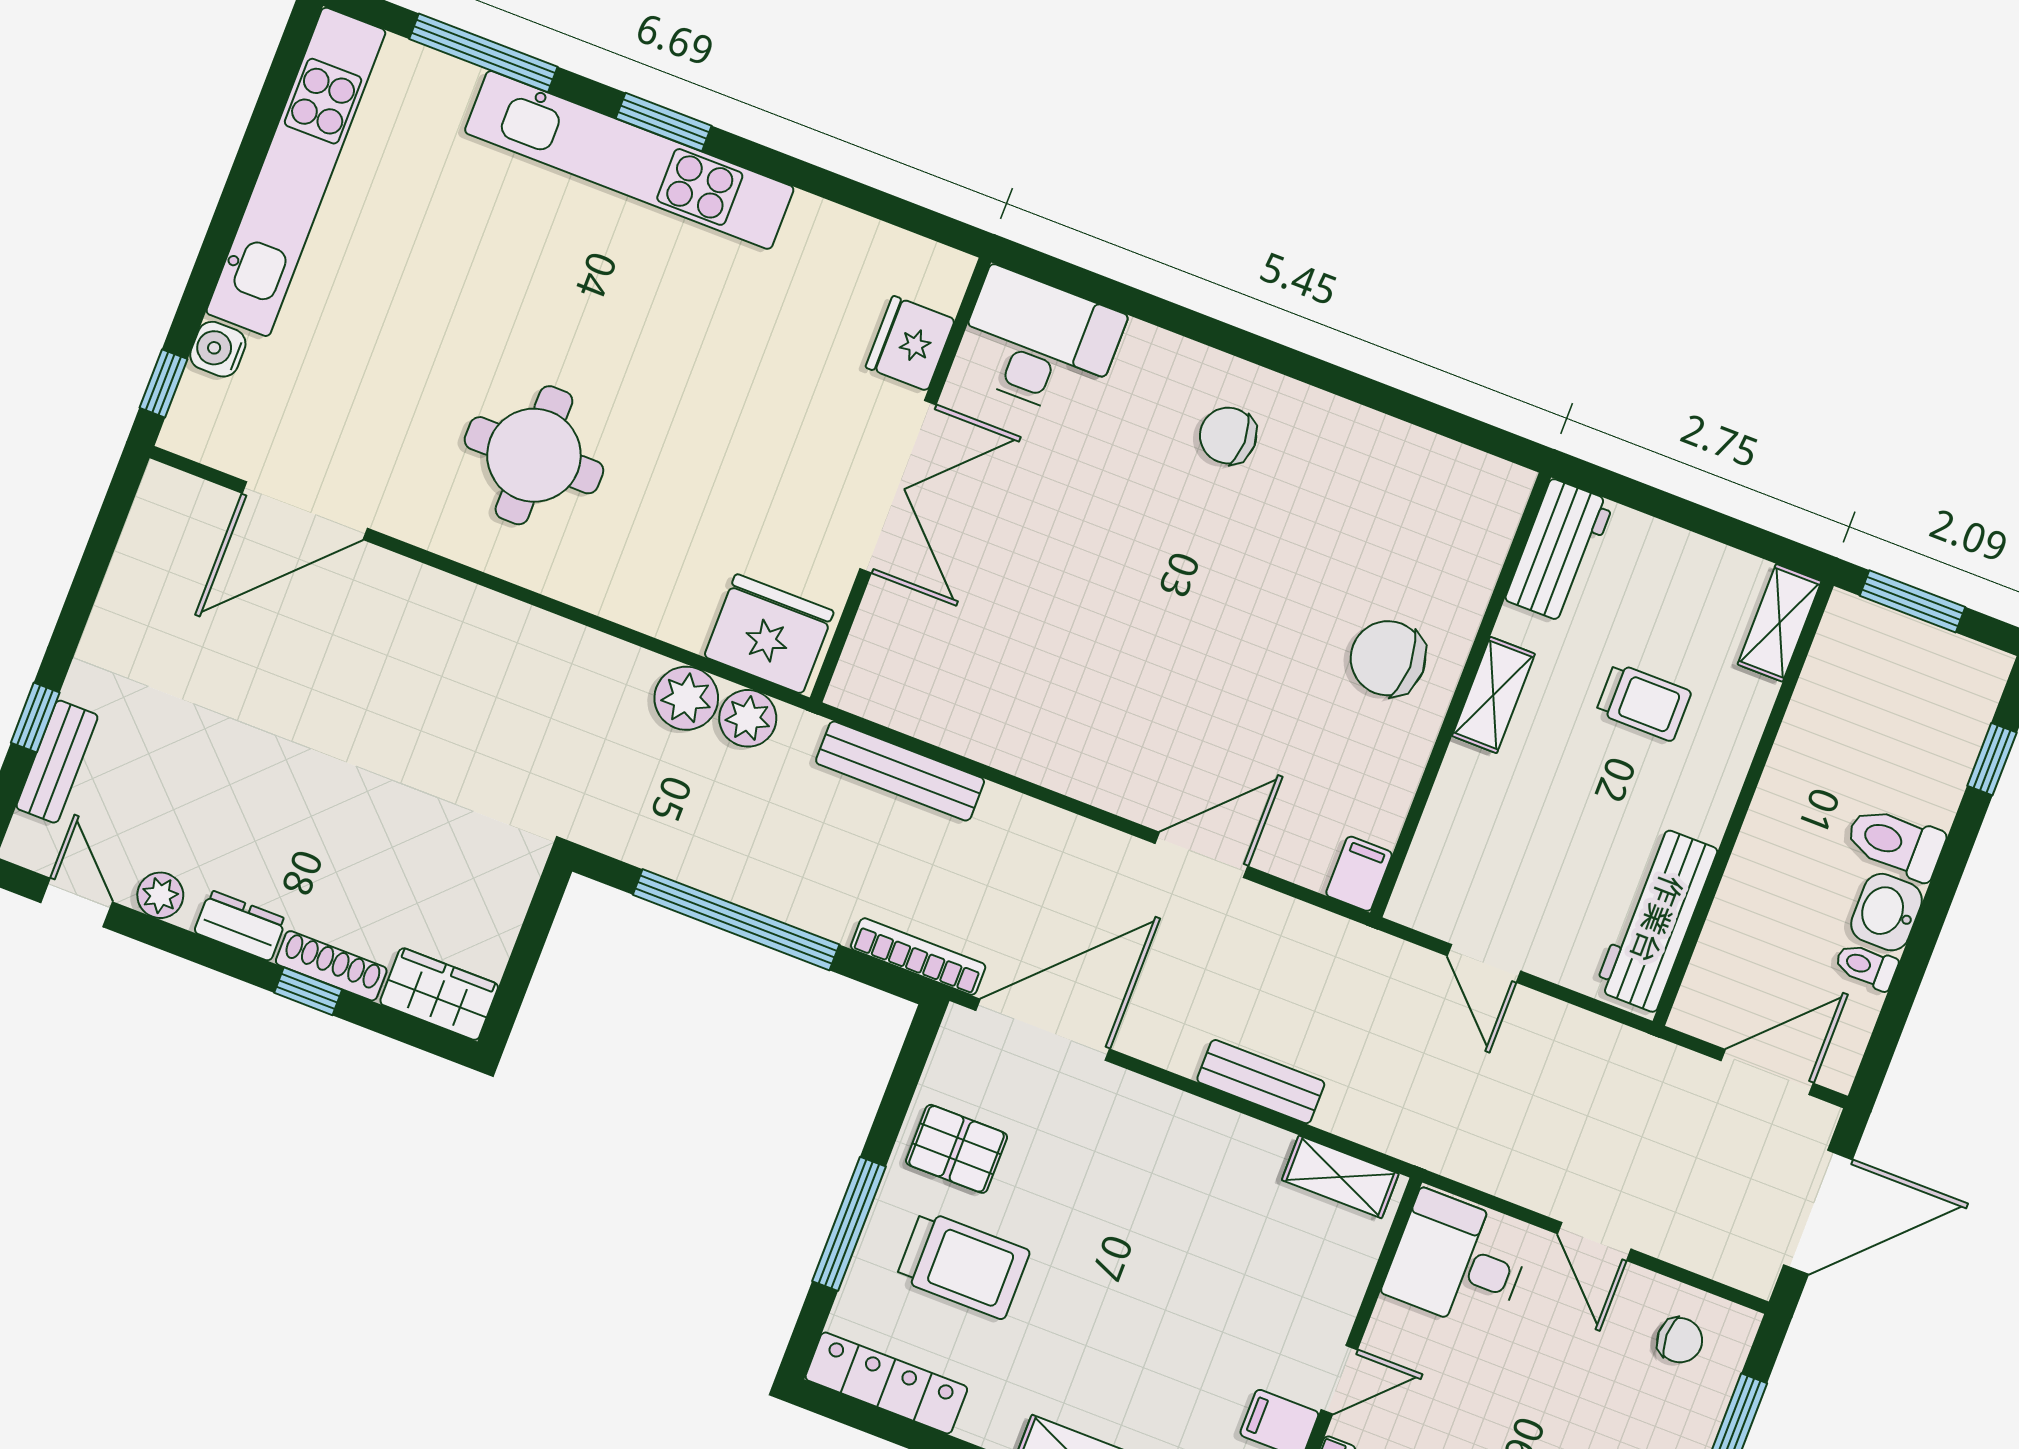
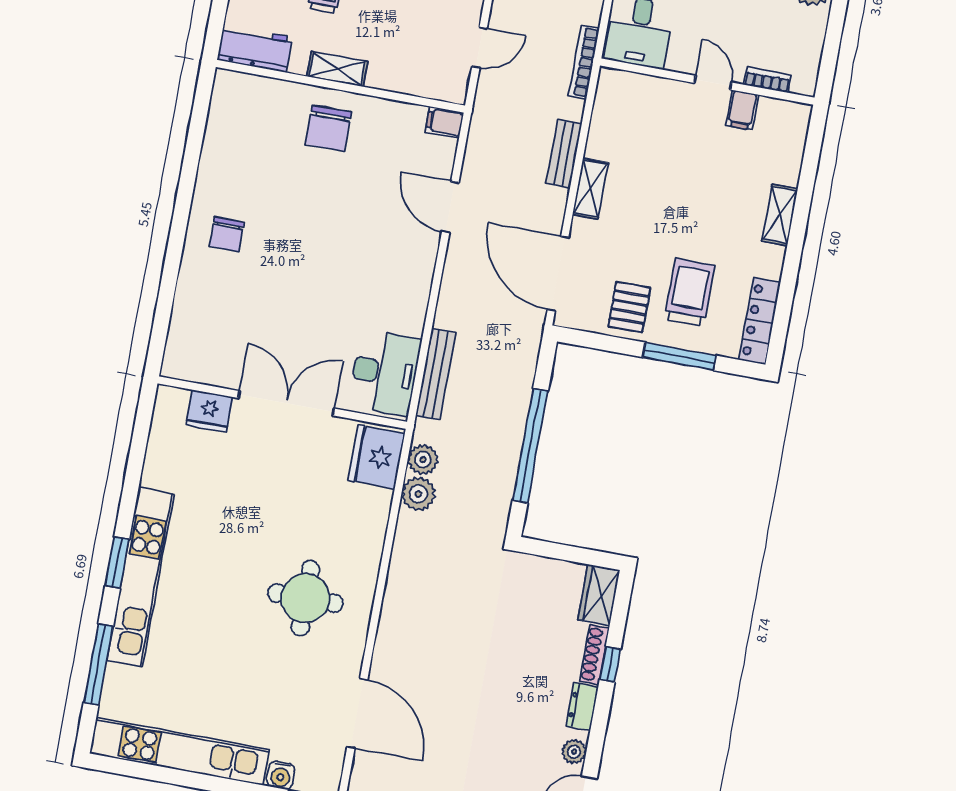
desk: (1039, 343) -> (385, 373), moved, turned 180
bookcase: (918, 957) -> (584, 62), moved
shelving: (1340, 1177) -> (590, 189), moved

